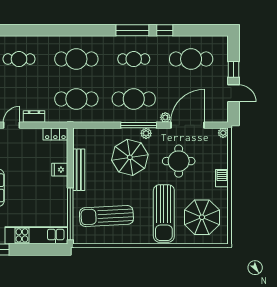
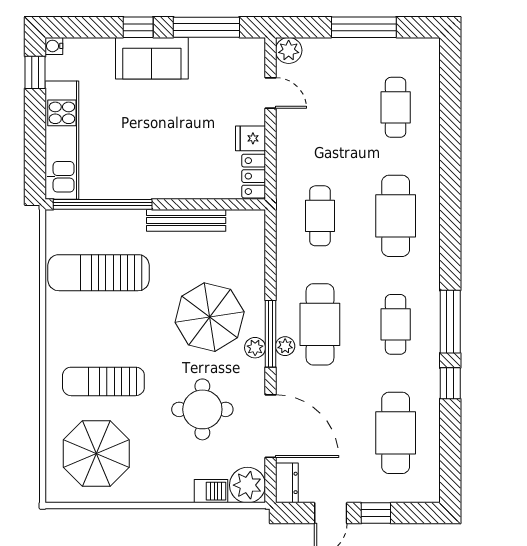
cafe table: (76, 99) -> (320, 216), width x0.73, depth x0.74
dresser: (34, 117) -> (287, 483), moved
plant: (165, 117) -> (285, 346), moved
plant: (223, 133) -> (248, 485), width x1.87, depth x1.87
fridge: (60, 170) -> (251, 138), moved, turned -90
barbecue: (222, 178) -> (211, 491), moved
sun lounger: (164, 213) -> (103, 381), width x0.73, depth x0.75
sun lounger: (106, 216) -> (98, 273), turned -87

